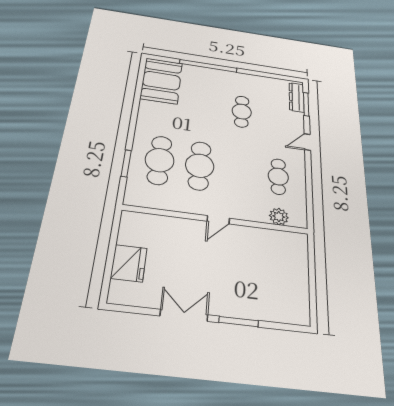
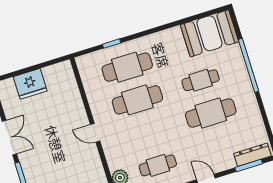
cafe table: (205, 106) -> (201, 80), added
cafe table: (242, 112) -> (211, 113), width x1.37, depth x1.35
window: (126, 163) -> (112, 44), width x0.67

